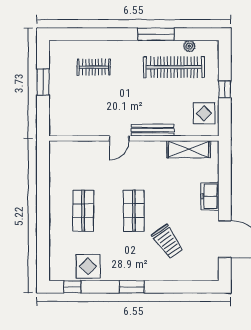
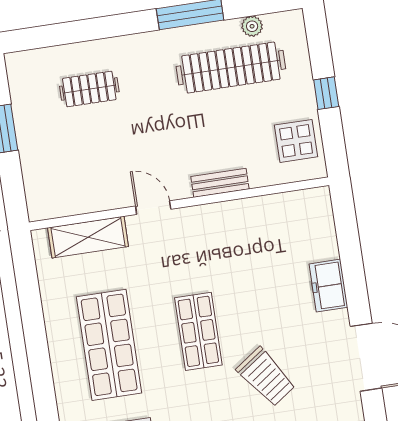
bench: (153, 130) -> (220, 183), width x0.73
door: (119, 138) -> (153, 208), swing flipped
shelving: (189, 149) -> (88, 237), moved
shop shelf: (83, 211) -> (109, 345), width x1.43, depth x1.36

